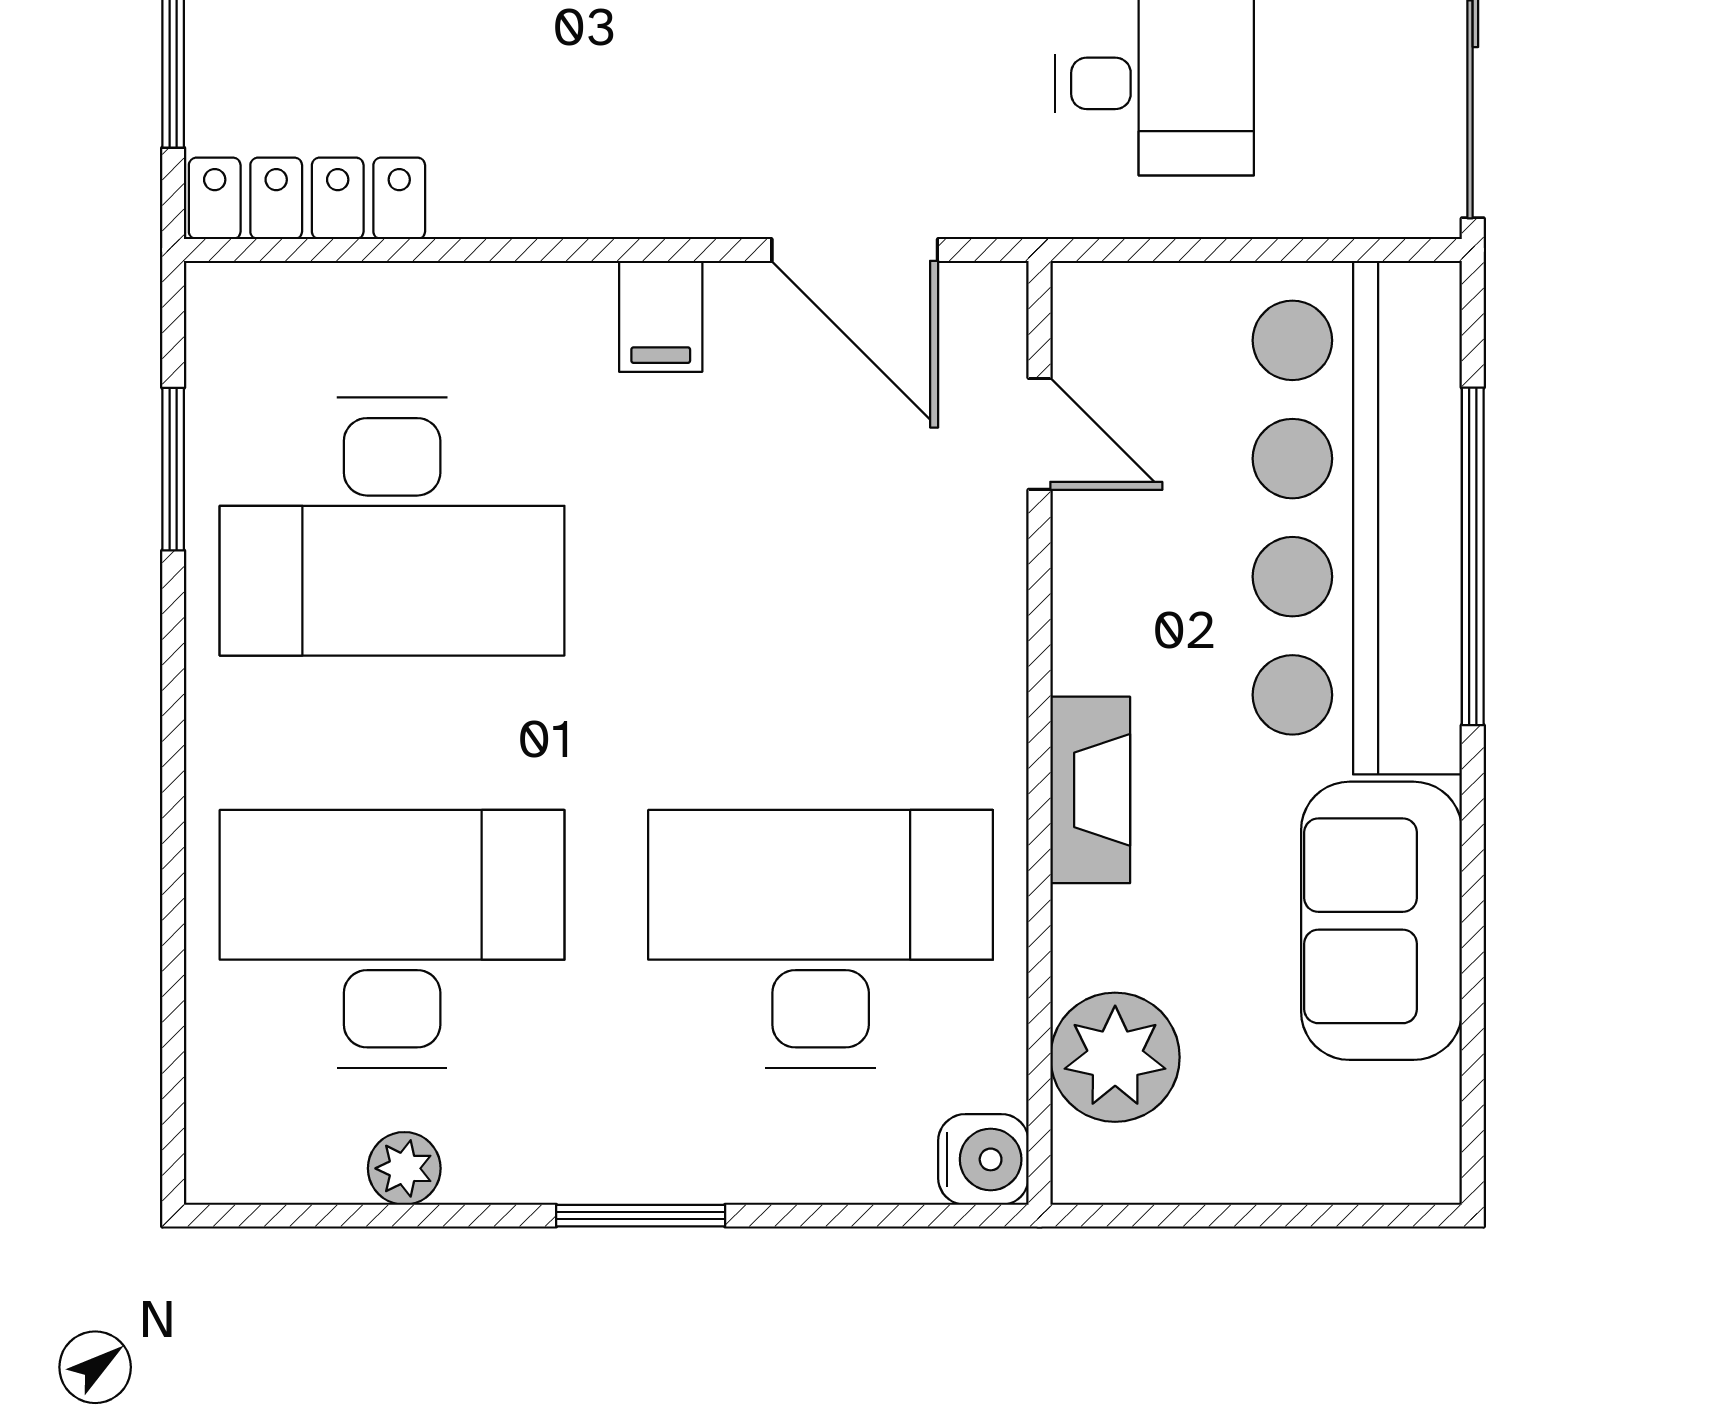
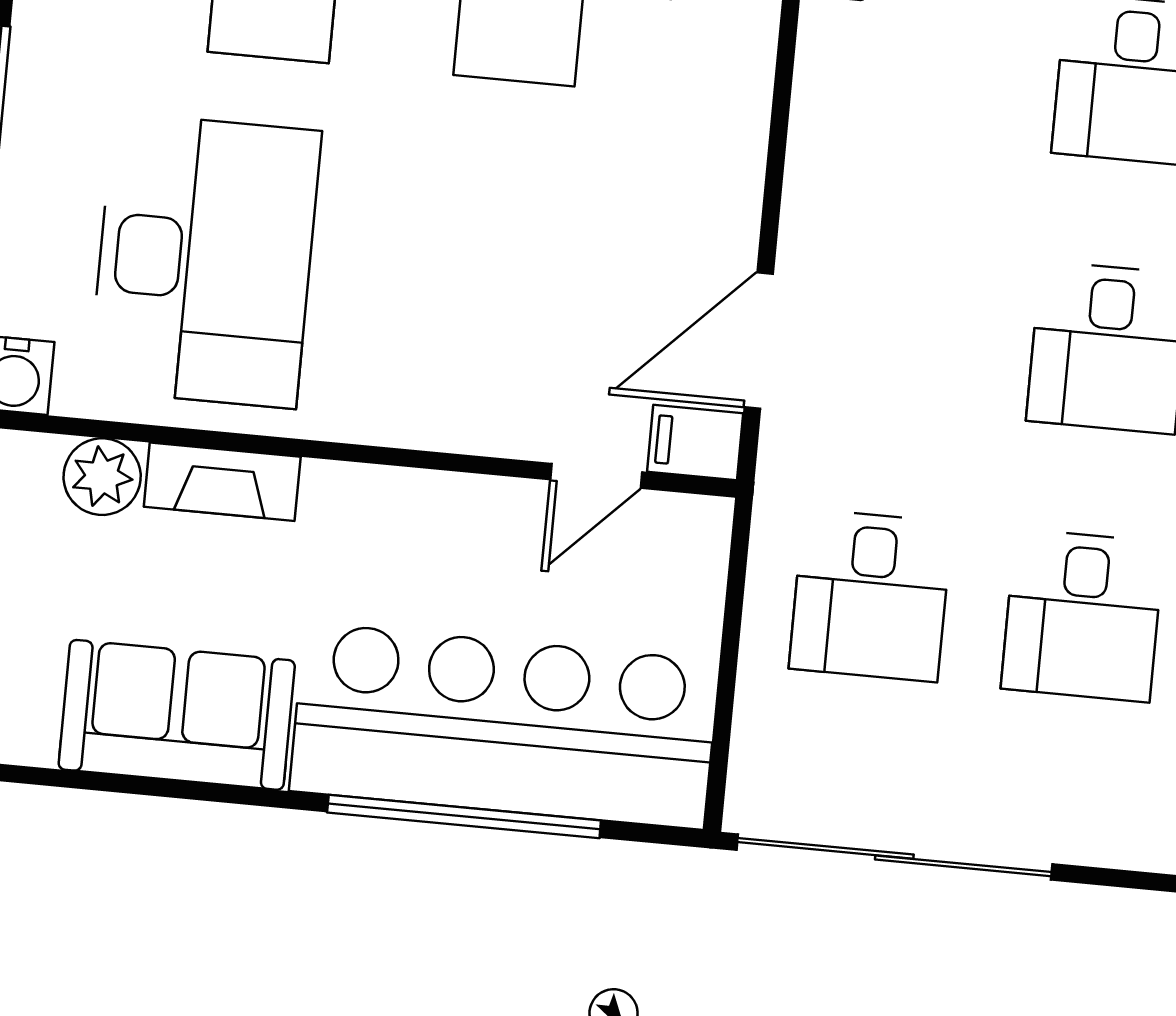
filing cabinet: (661, 316) -> (695, 442), moved
fireplace: (1090, 790) -> (222, 482), moved
plant: (1115, 1057) -> (102, 477), width x0.73, depth x0.73

